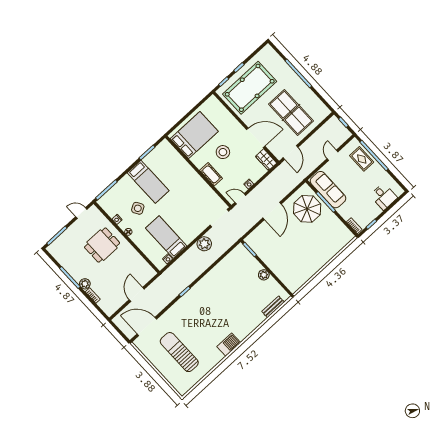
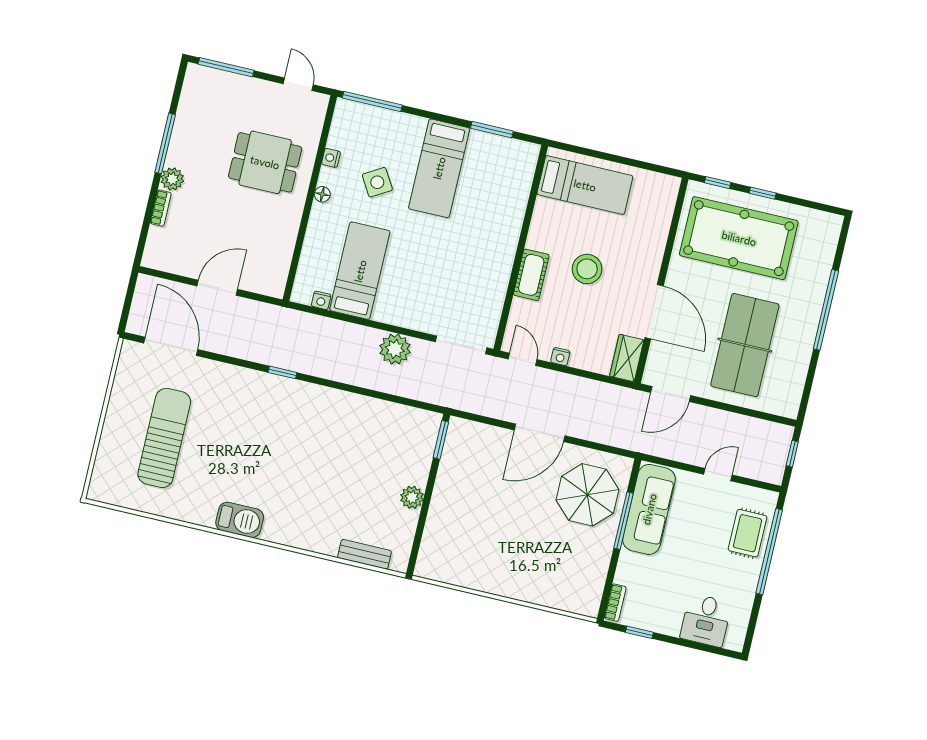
bed: (194, 135) -> (585, 185), width x0.67

